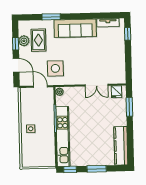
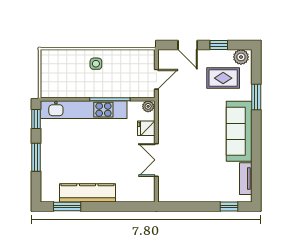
plant: (24, 41) -> (241, 57), moved
door: (16, 65) -> (188, 45), hinge flipped
side table: (55, 68) -> (182, 101), removed
fridge: (116, 92) -> (146, 128), moved
window: (129, 107) -> (67, 207), moved
kitchen counter: (121, 146) -> (87, 193), moved

